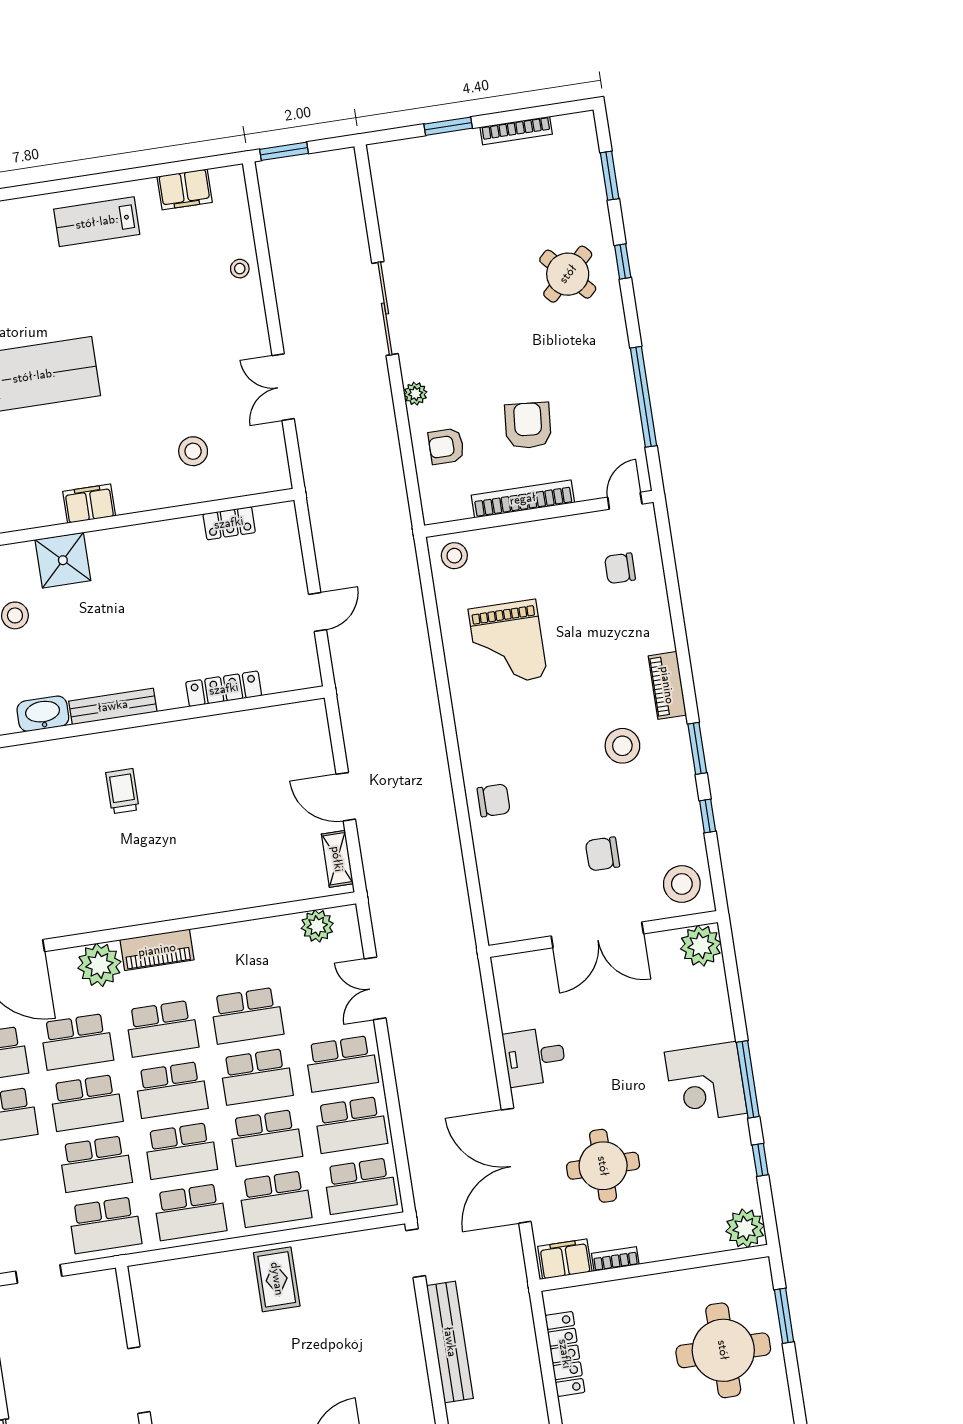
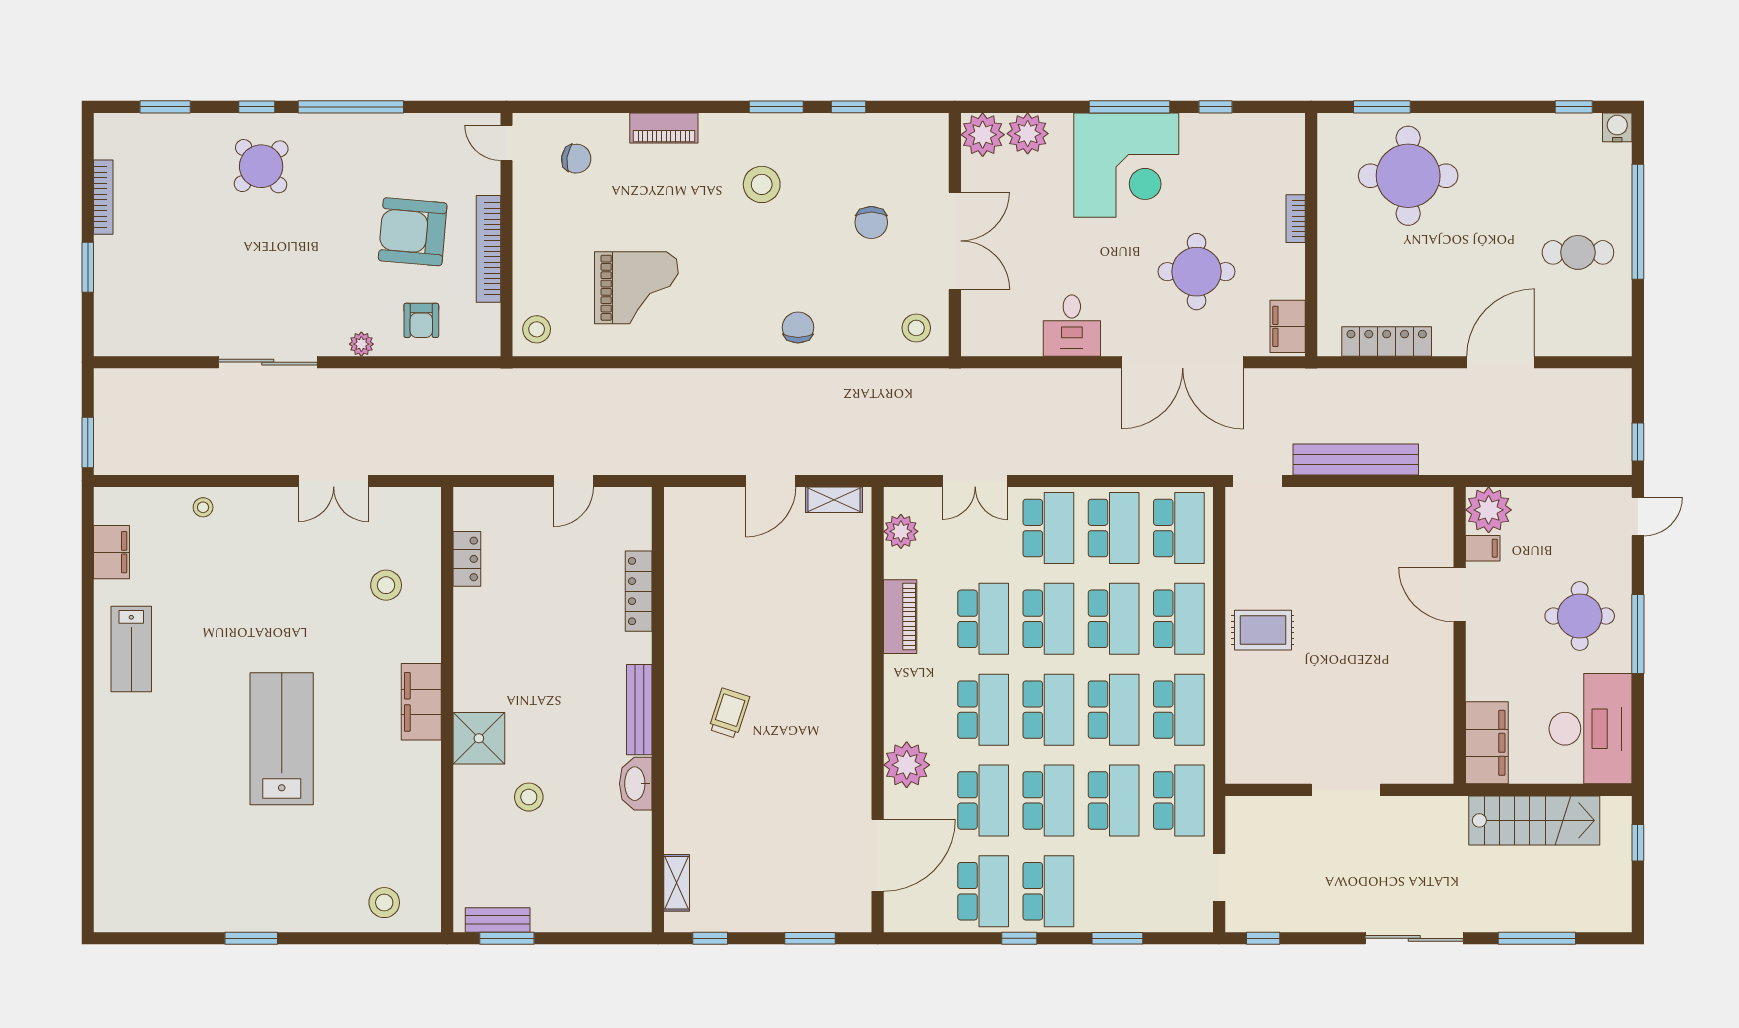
window: (643, 397) -> (351, 107), moved
armchair: (528, 426) -> (413, 232), width x1.36, depth x1.36
filing cabinet: (89, 504) -> (421, 702), width x1.50, depth x1.17
chair: (620, 568) -> (576, 159), turned -82
door: (318, 612) -> (573, 481), swing flipped
piano: (667, 685) -> (664, 128), moved
trolley: (122, 791) -> (729, 713), turned 108
stool: (682, 884) -> (916, 328), moved, width x0.73, depth x0.73
piano: (157, 950) -> (900, 617), moved
corner desk: (706, 1083) -> (1126, 165), width x1.36, depth x1.36
plant: (745, 1228) -> (1028, 134), moved
bookcase: (615, 1259) -> (1296, 219), moved

